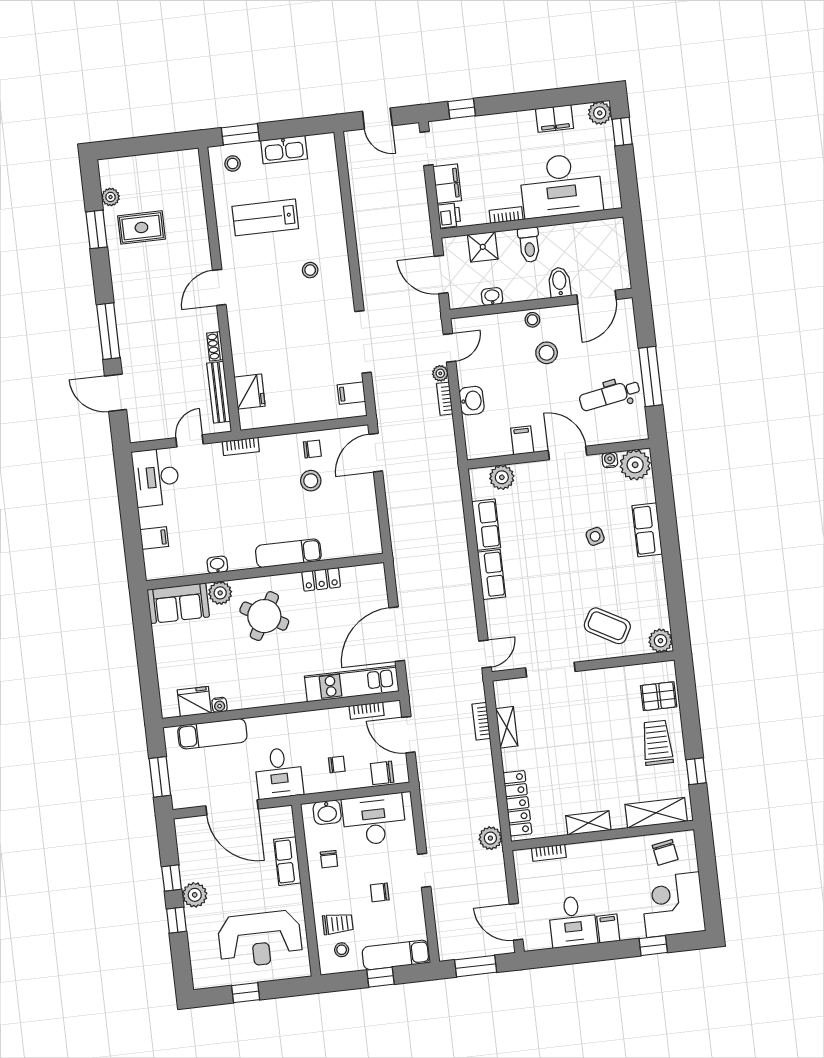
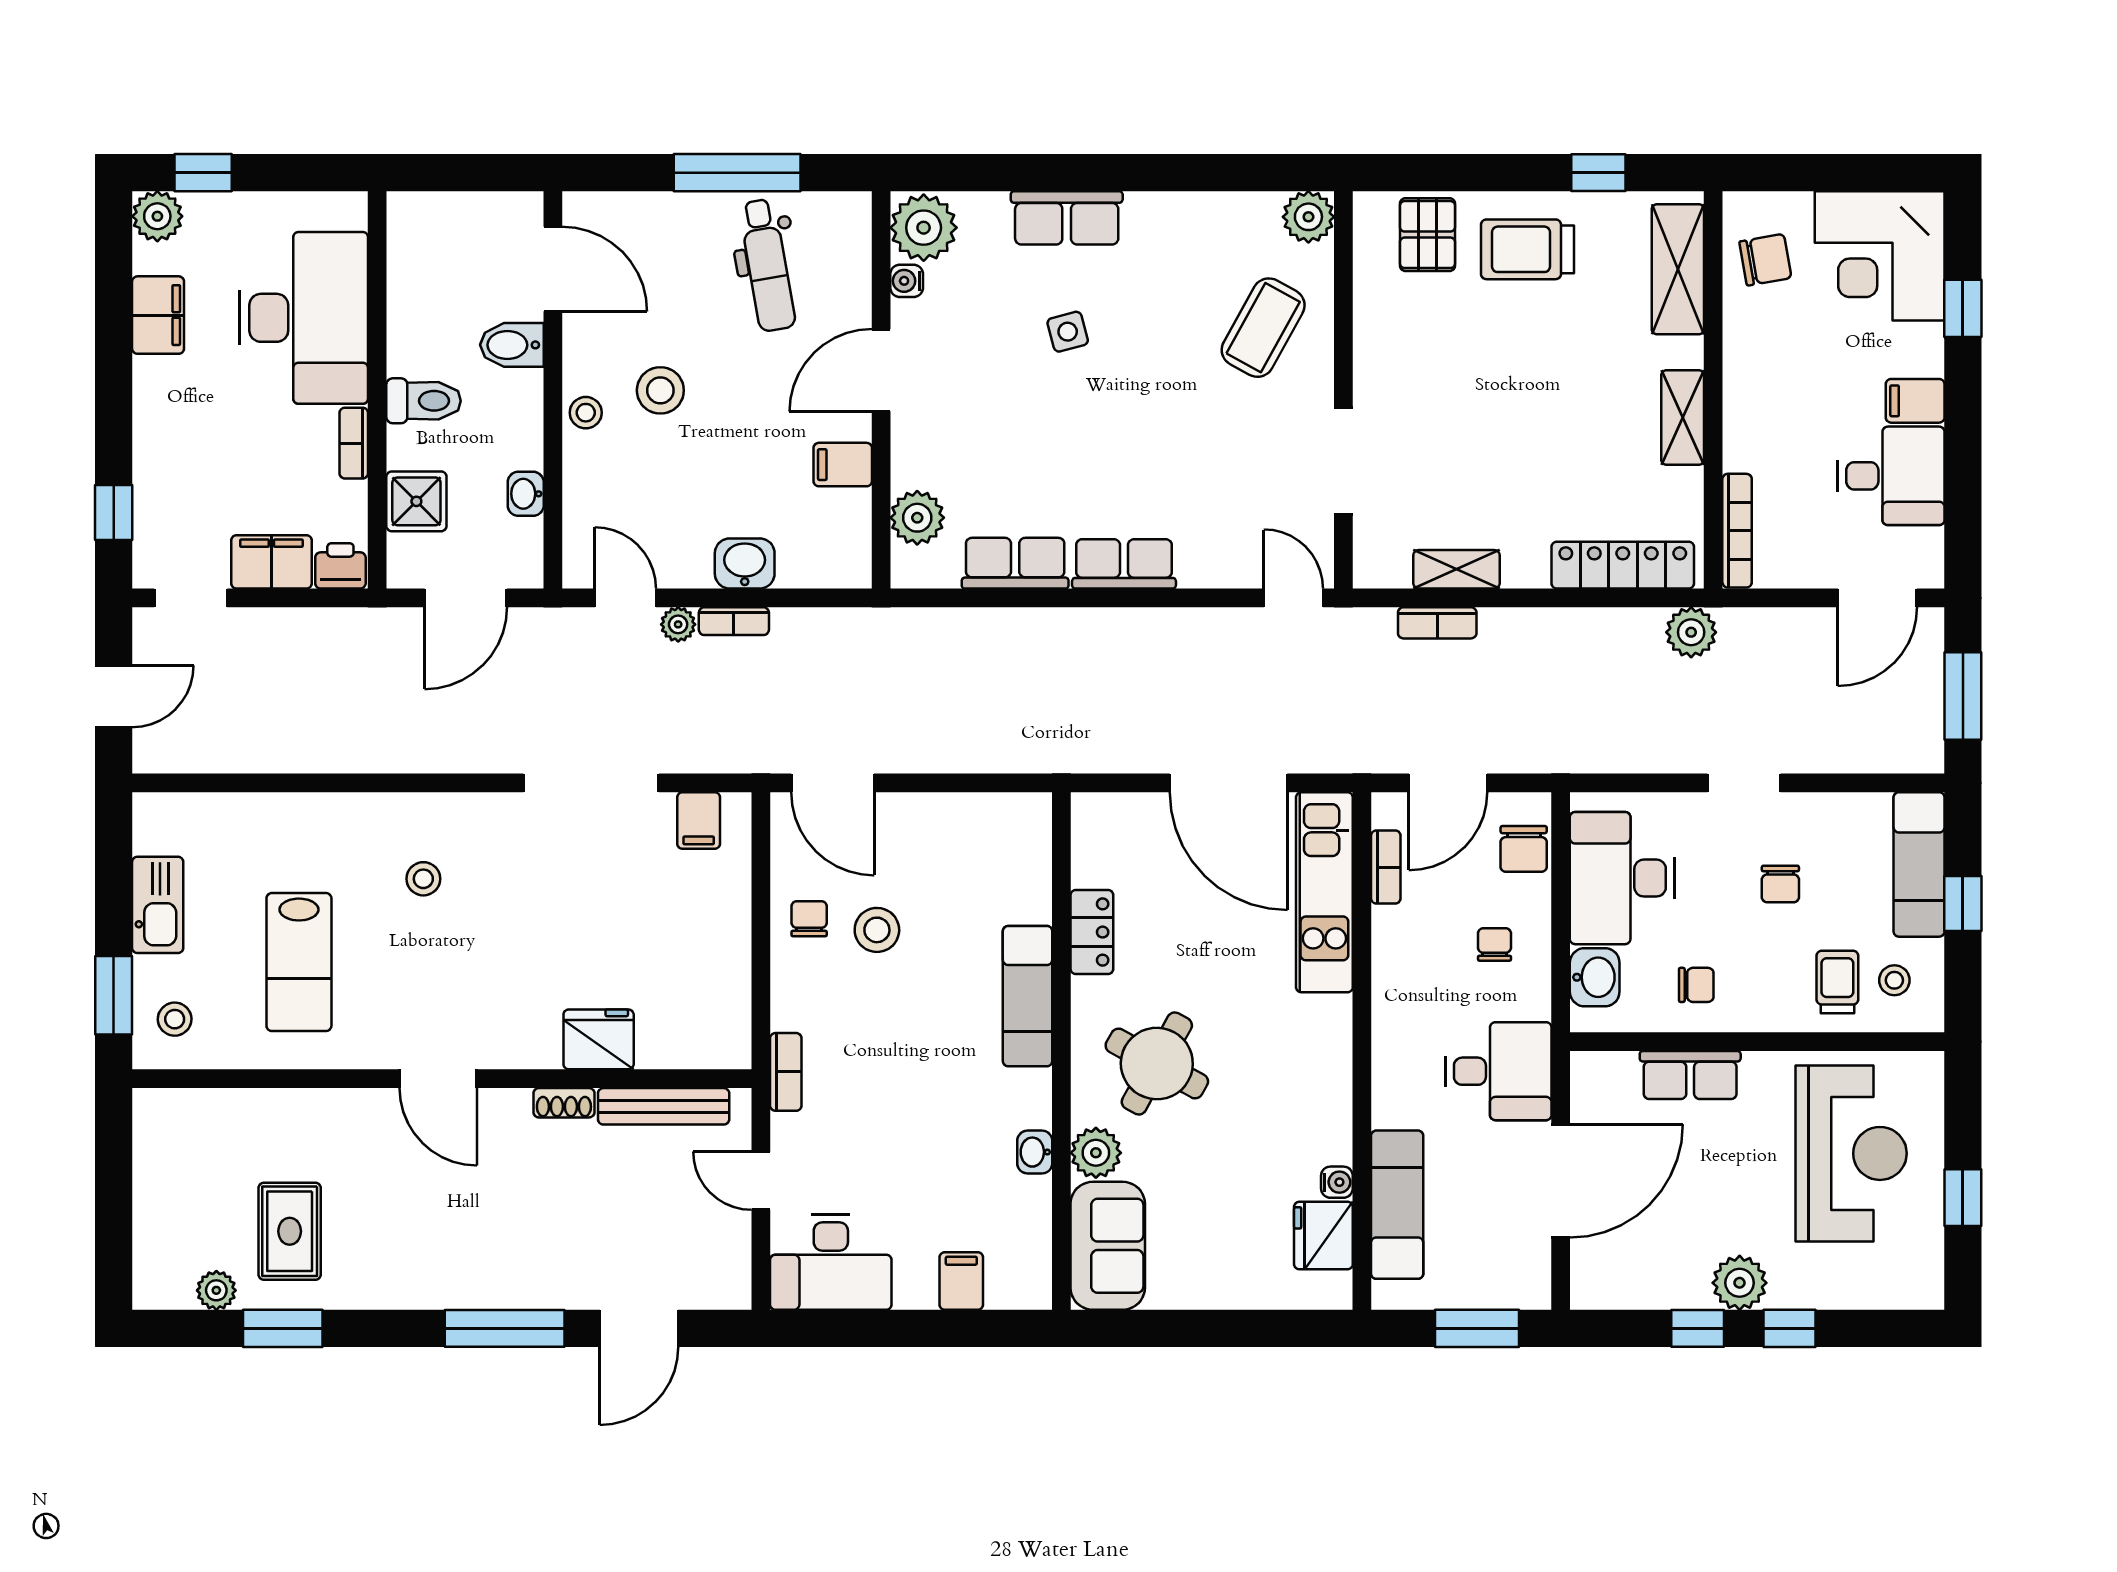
fridge: (250, 392) -> (599, 1039), moved
bookcase: (549, 853) -> (1737, 531), width x1.56

